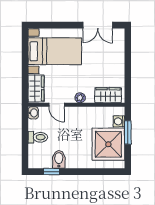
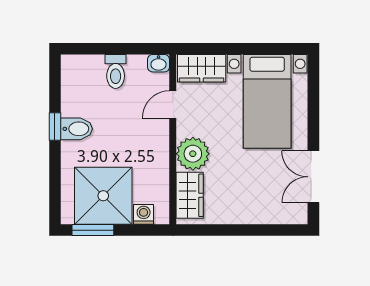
plant: (80, 98) -> (193, 154), width x1.87, depth x1.87
window: (128, 132) -> (93, 230), moved
bidet: (59, 159) -> (77, 129), moved
window: (51, 172) -> (55, 127), moved

